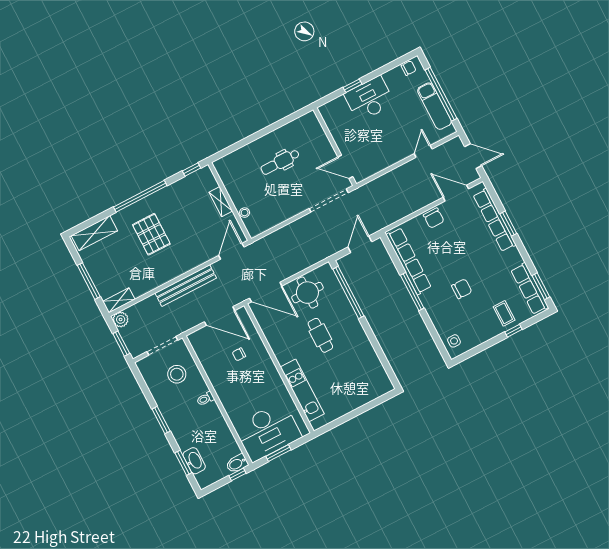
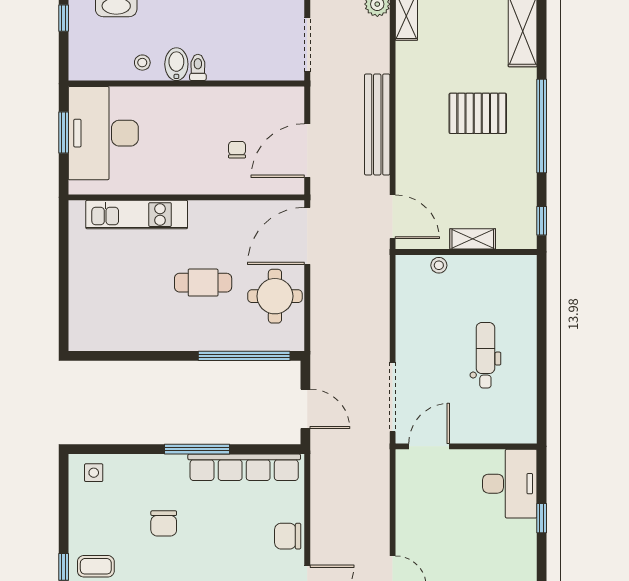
desk: (369, 99) -> (510, 484), moved
stool: (177, 374) -> (142, 63), moved, width x0.53, depth x0.53
bidet: (237, 464) -> (176, 64), moved
window: (237, 474) -> (64, 18), moved

